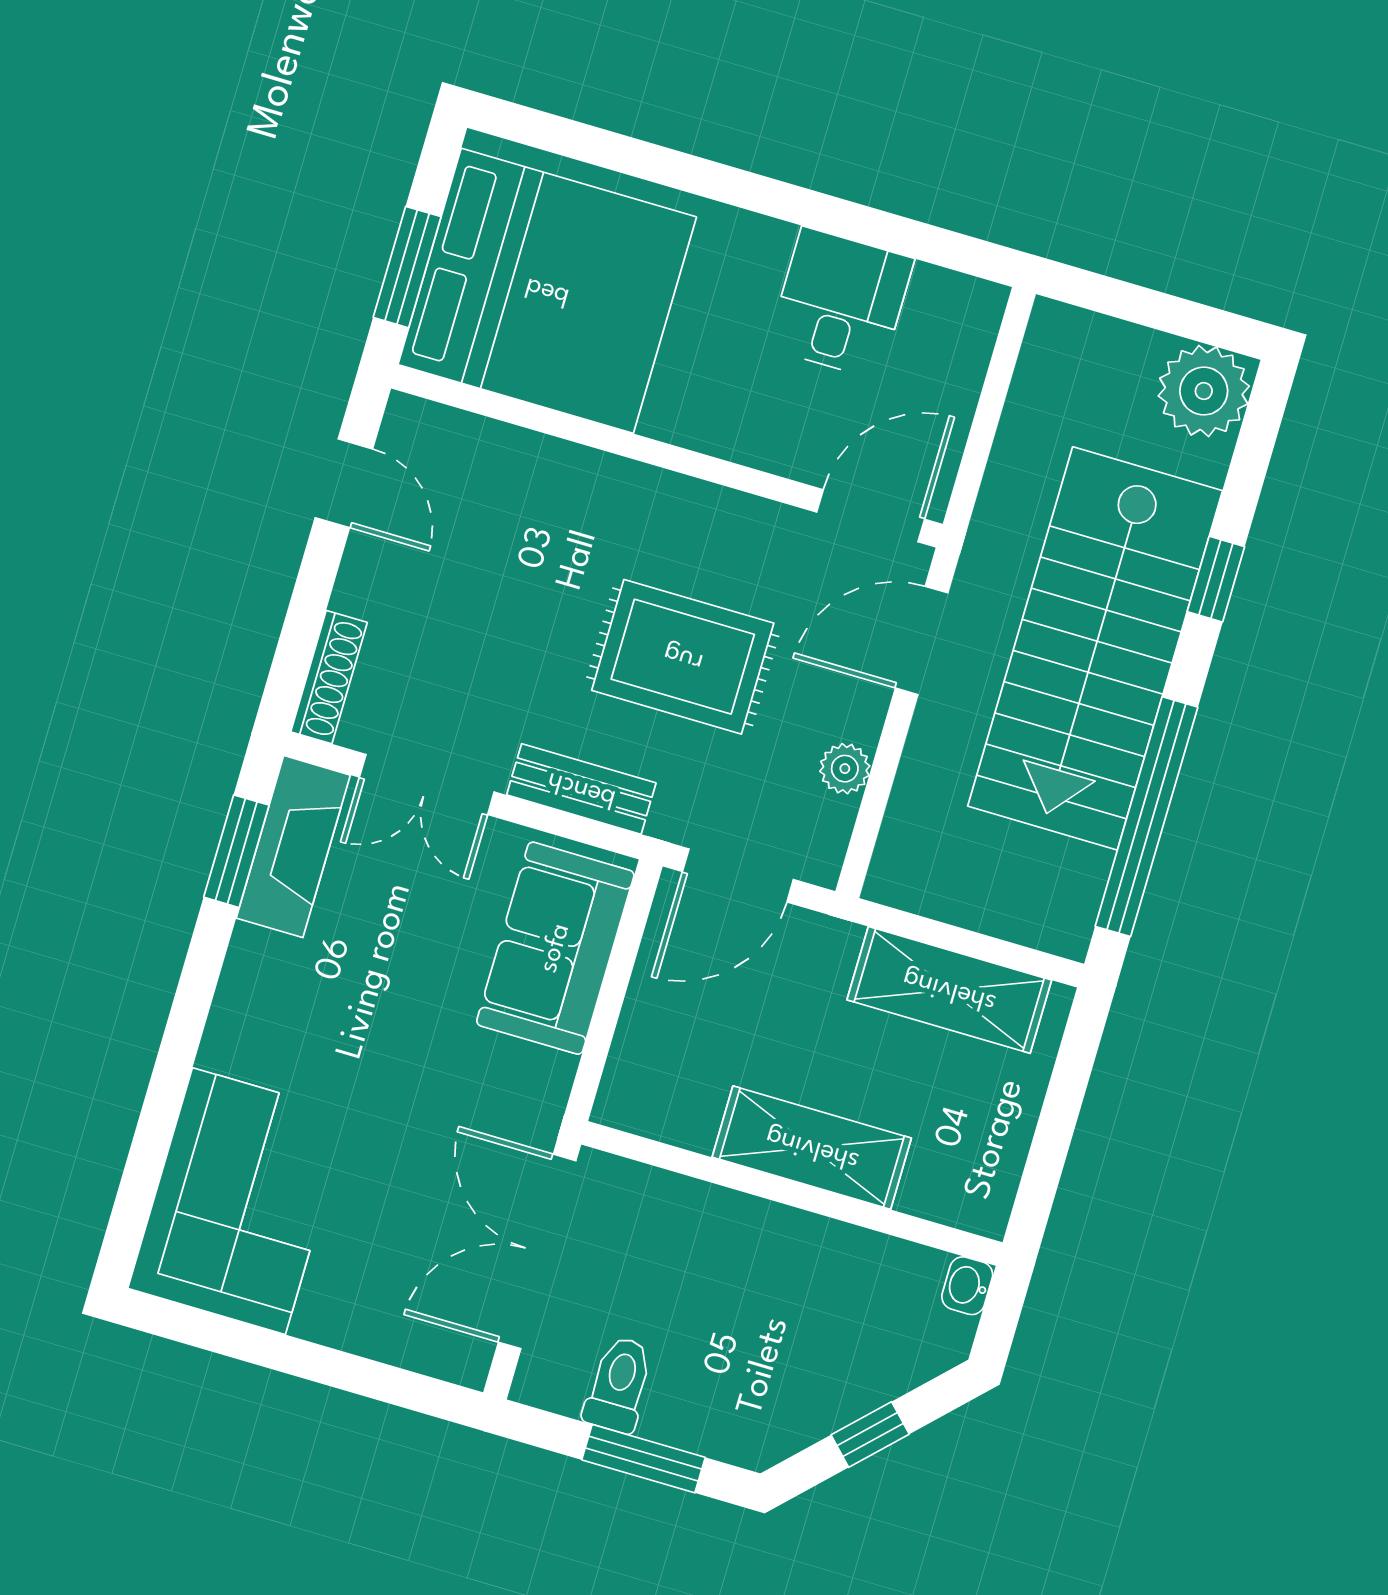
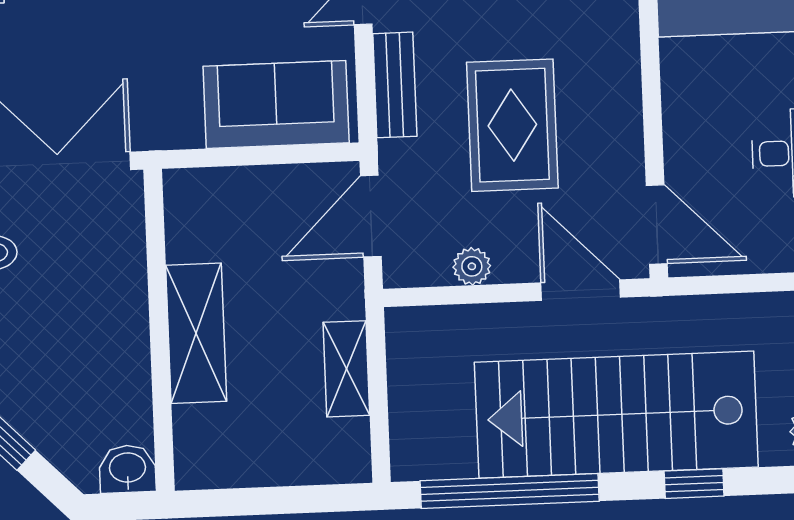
door: (738, 875) -> (371, 216), hinge flipped
shelving: (949, 990) -> (346, 369), width x0.67, depth x0.75
washbasin: (967, 1286) -> (128, 469), width x1.38, depth x1.45

